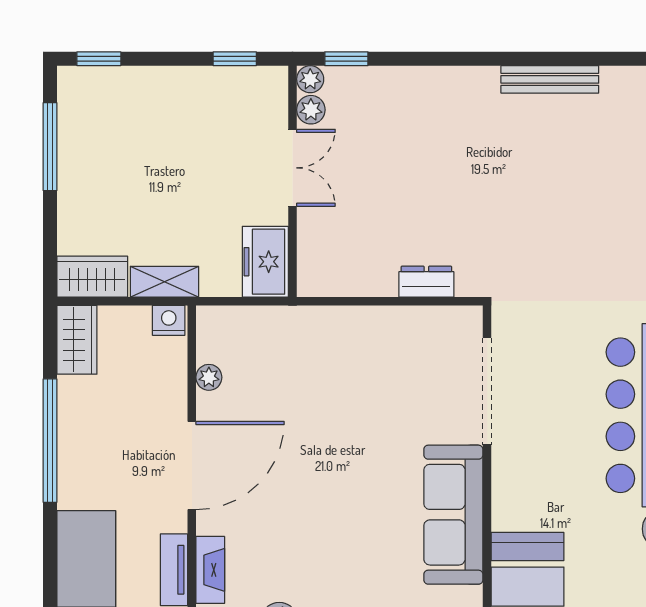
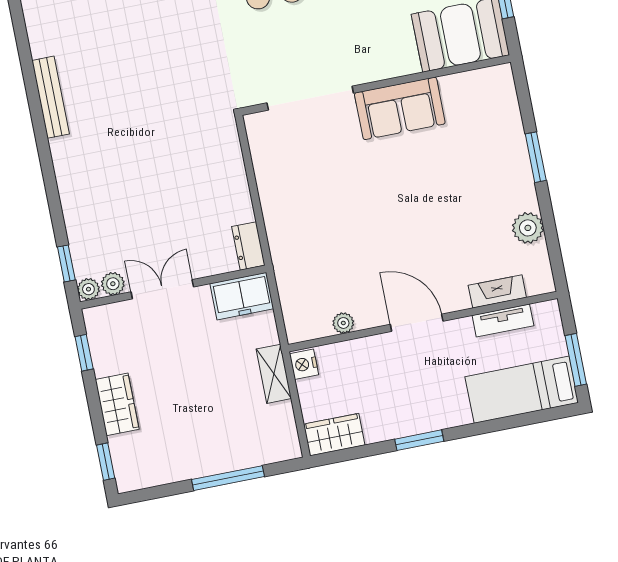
window: (50, 147) -> (228, 478), moved
wardrobe: (92, 277) -> (117, 404), moved, turned 180
dresser: (426, 282) -> (248, 246), moved
window: (50, 441) -> (419, 440), width x0.47
door: (192, 466) -> (417, 323), width x0.73
sofa: (453, 515) -> (400, 108), width x0.73

